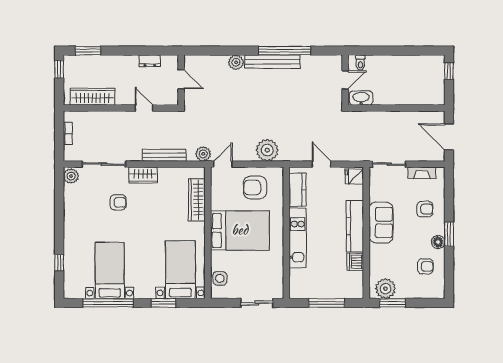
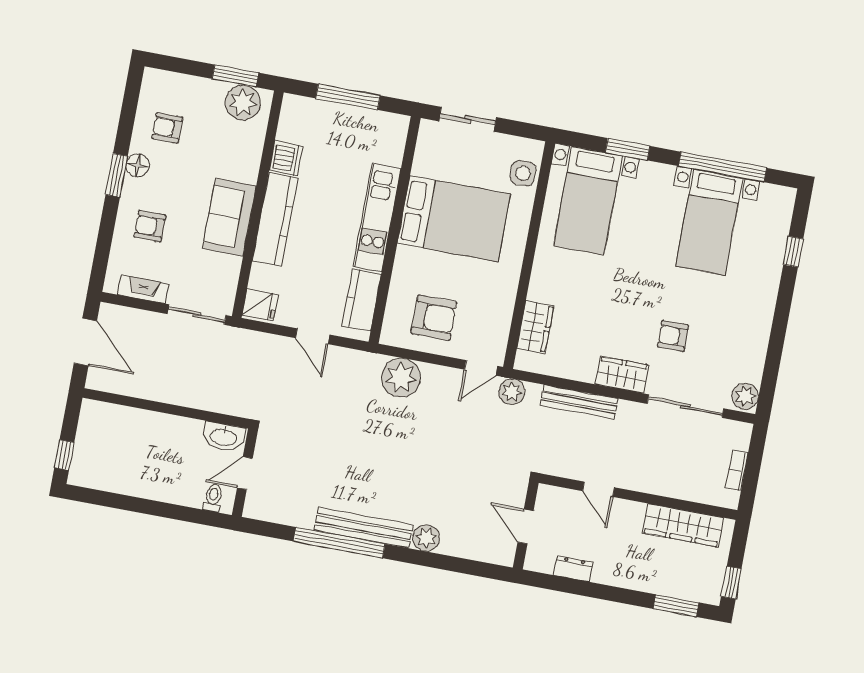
wardrobe: (197, 200) -> (535, 327), width x0.67
bed: (240, 230) -> (454, 219), moved, turned 180

